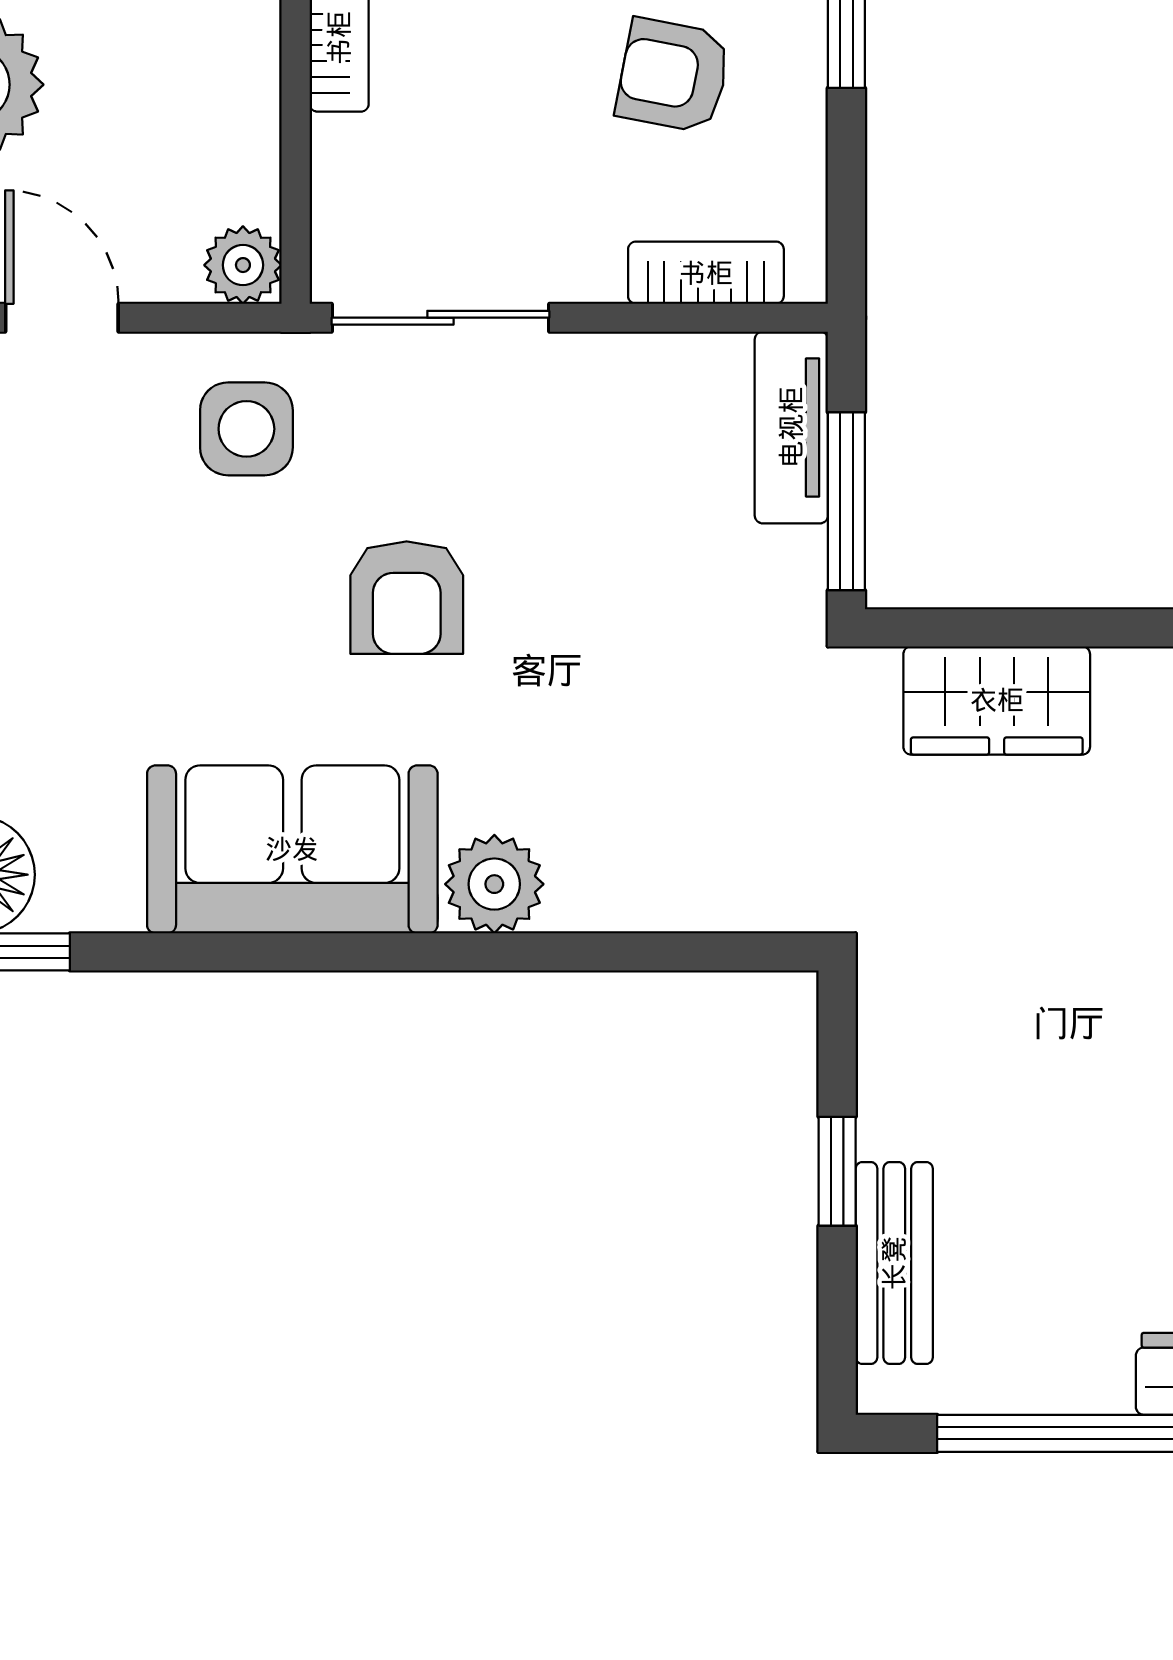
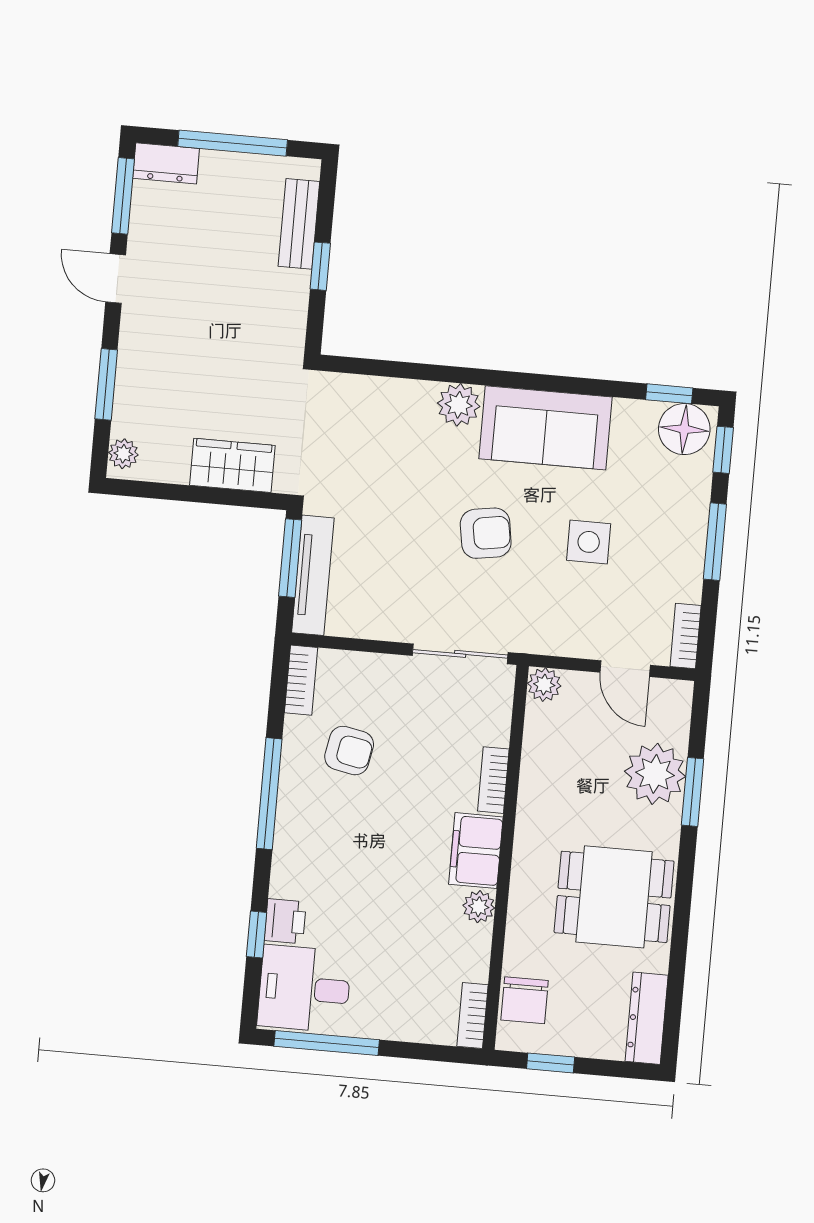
bookcase: (706, 273) -> (301, 680), moved, turned -90
tv unit: (791, 427) -> (313, 575), width x1.41
side table: (246, 429) -> (589, 542), moved
armchair: (407, 598) -> (486, 533), turned 81

